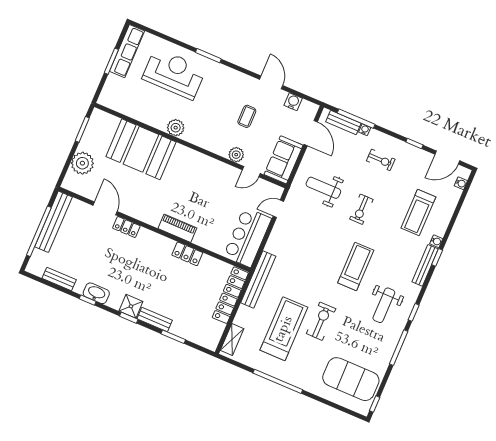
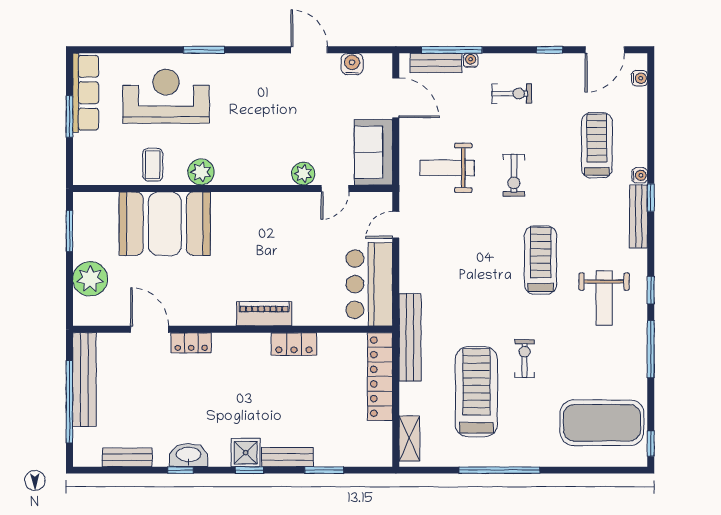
coffee table: (247, 116) -> (153, 165), moved
treadmill: (418, 212) -> (597, 145), turned 180
exercise bike: (321, 321) -> (525, 359), width x0.73, depth x0.72

